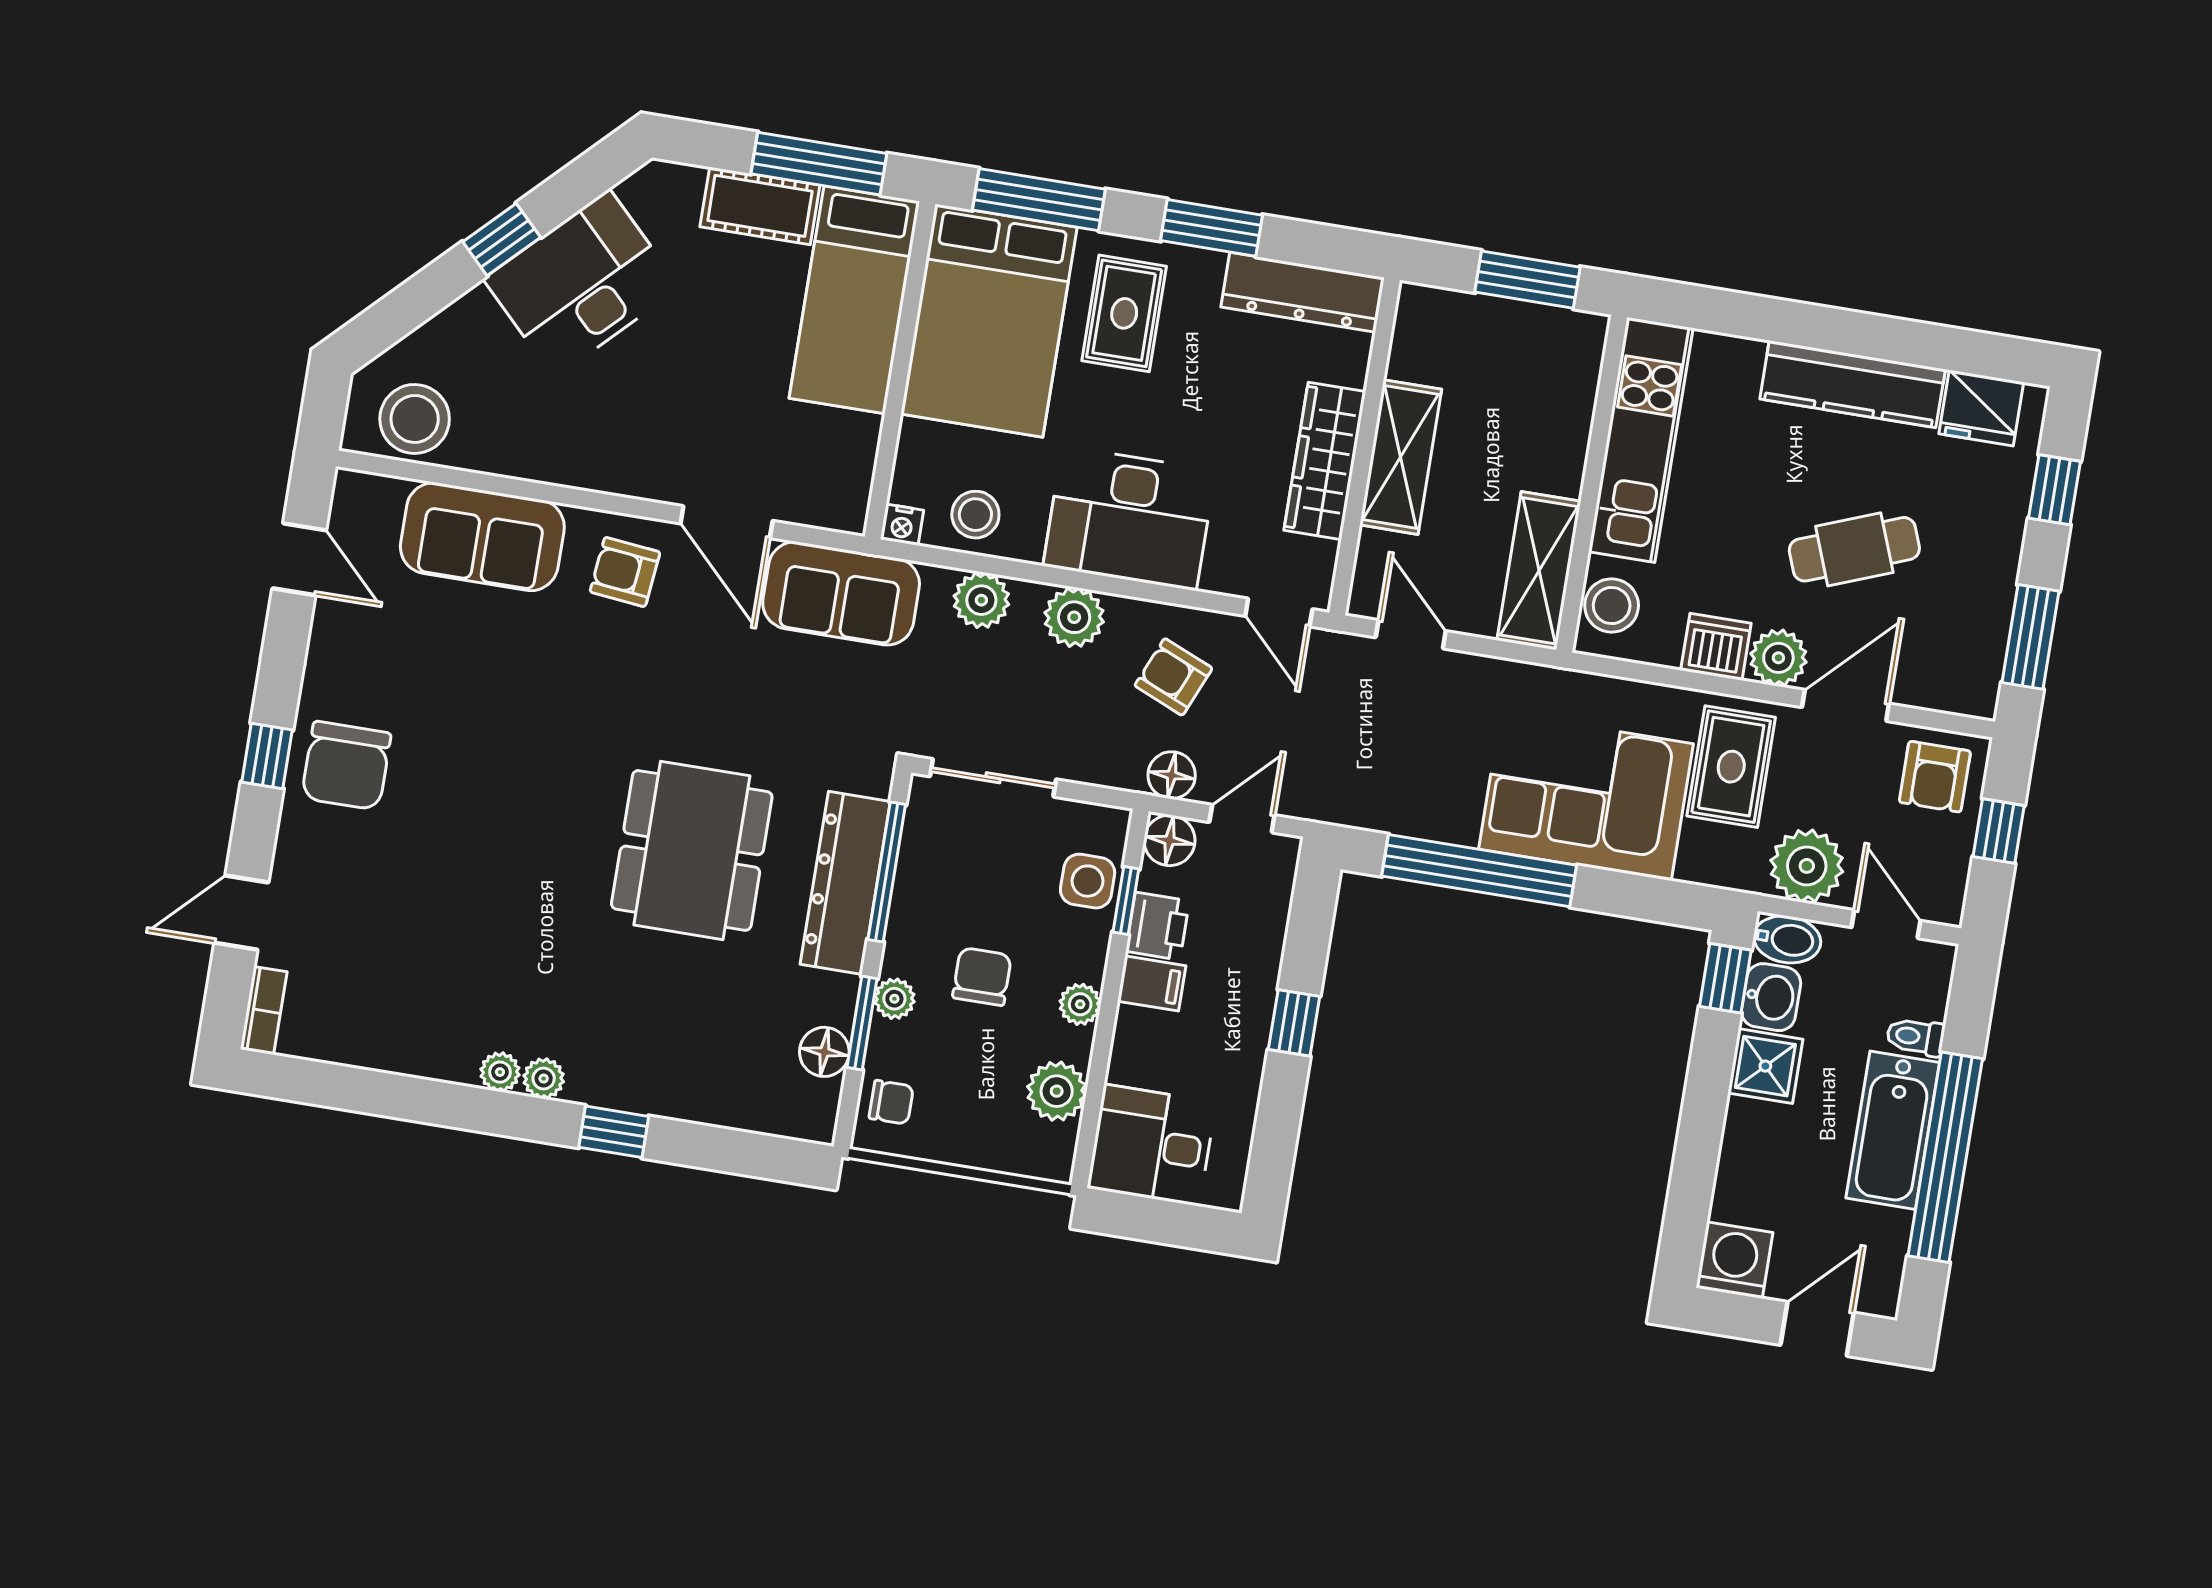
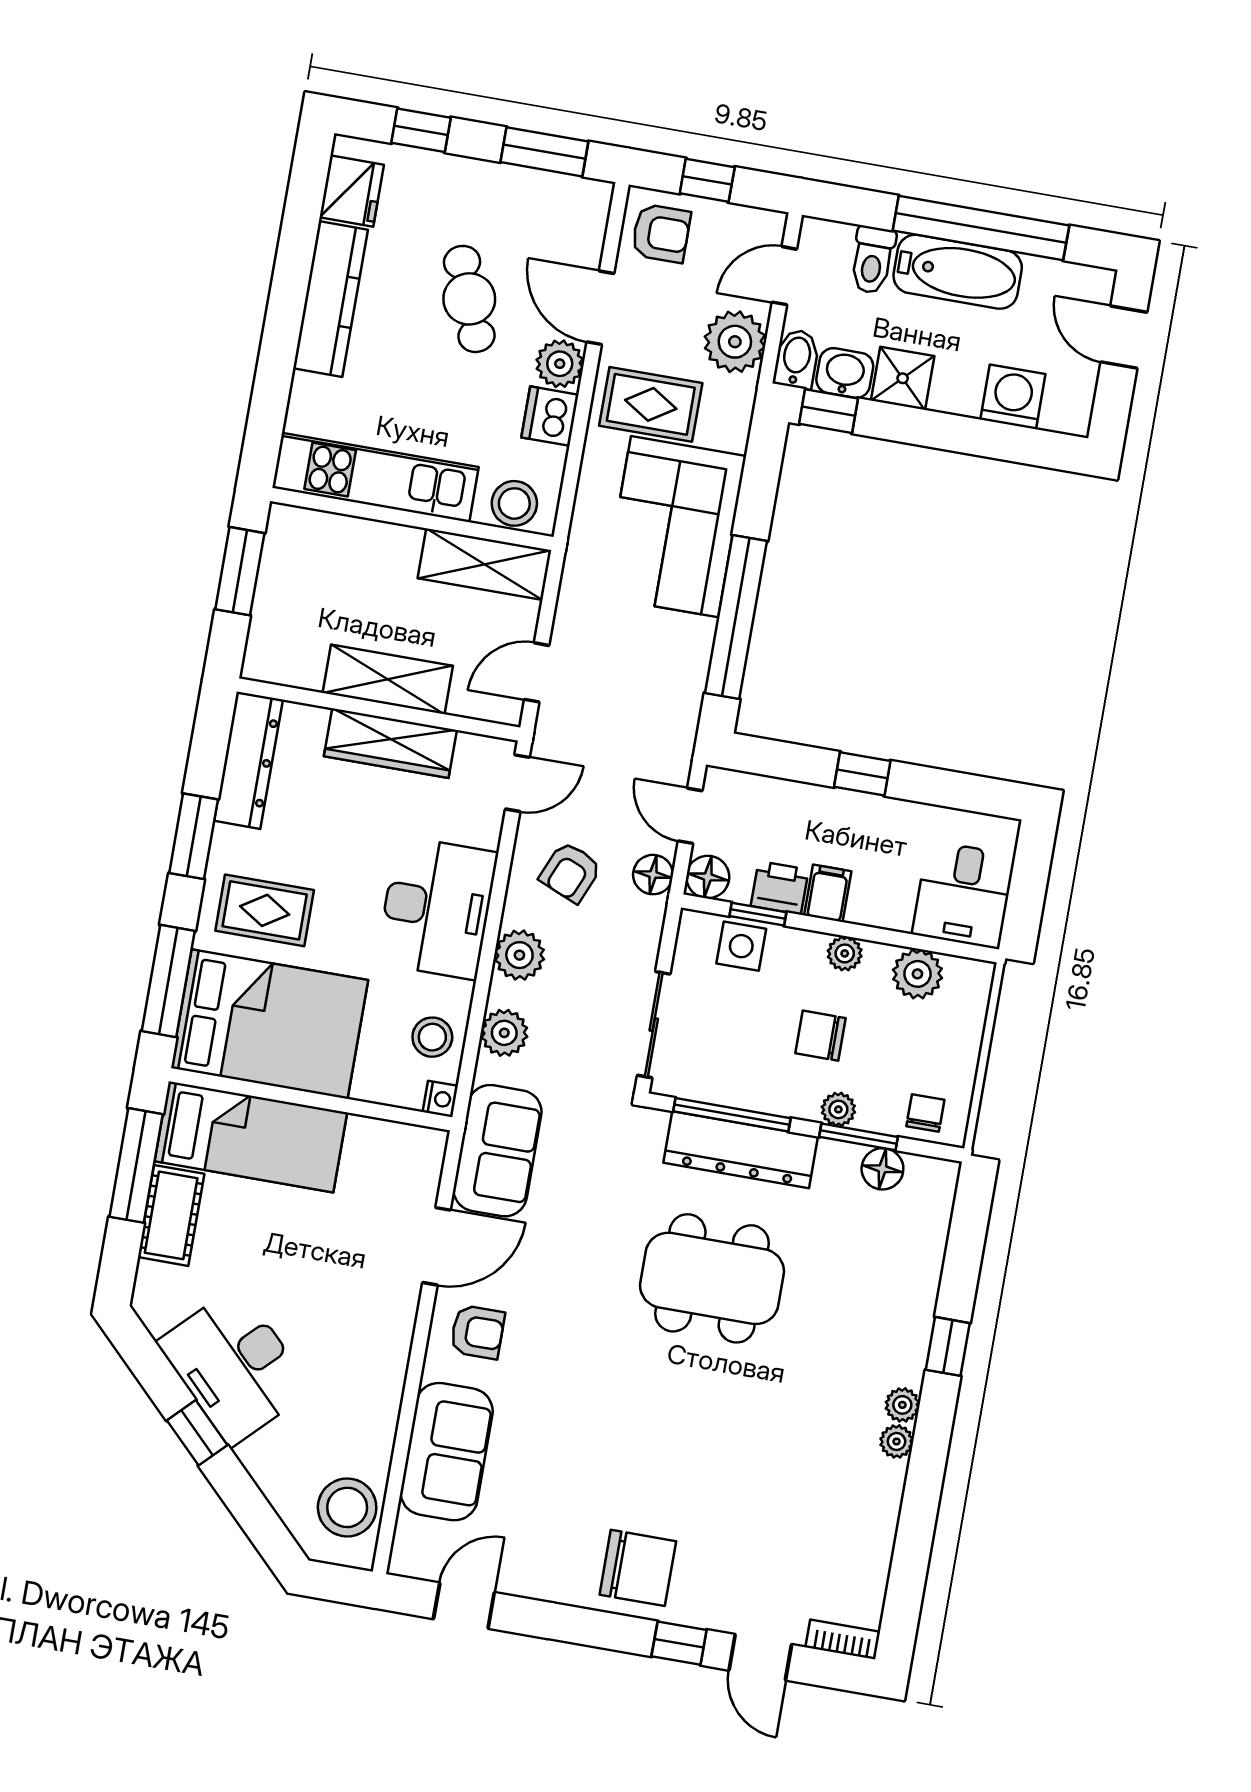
armchair: (625, 572) -> (477, 1332), turned -96
window: (267, 756) -> (679, 1643), moved
toilet: (1916, 1037) -> (873, 260), width x1.37, depth x1.39
washing machine: (1734, 1260) -> (1013, 397), moved, turned 90

